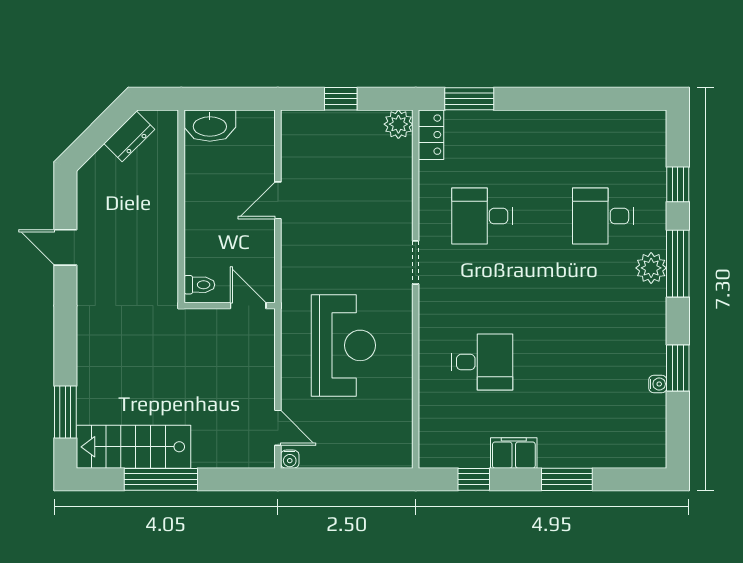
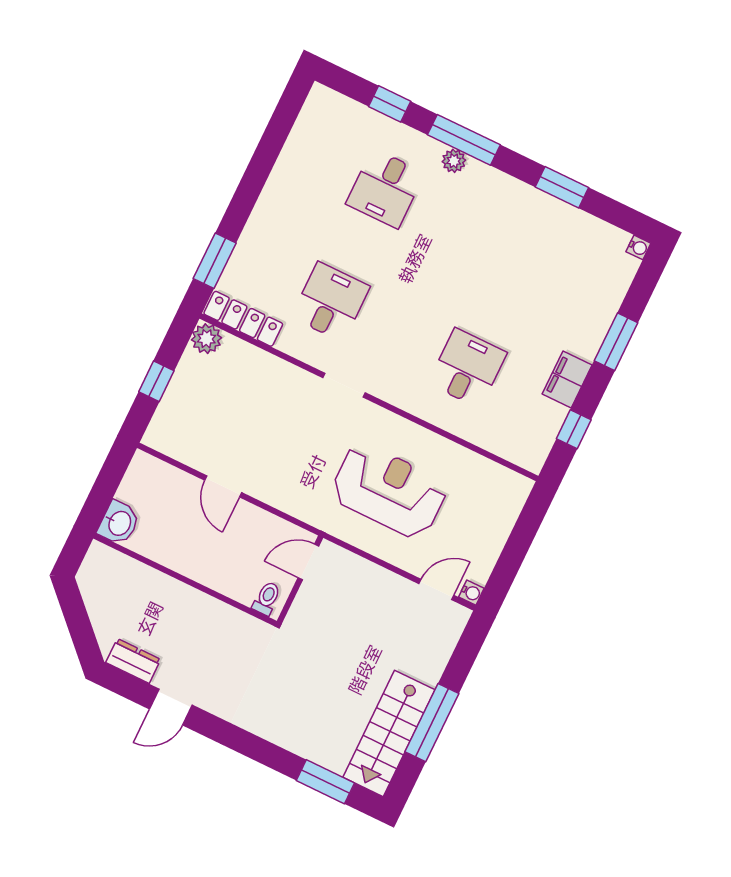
washbasin: (210, 126) -> (119, 523), width x0.72
locker: (431, 135) -> (243, 319), width x1.53
dresser: (129, 136) -> (133, 661), moved, turned -45
desk: (482, 216) -> (331, 302), turned 180
plant: (651, 268) -> (454, 161), width x0.73, depth x0.73
water cooler: (658, 384) -> (638, 247), moved, turned 90

